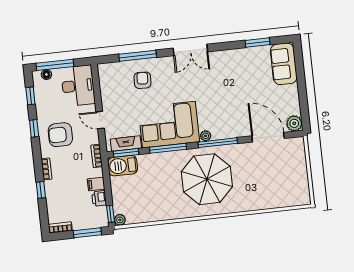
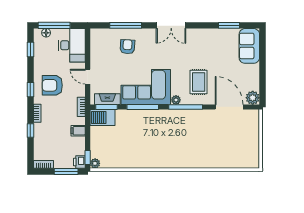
rug: (229, 112) -> (199, 82), added
window: (34, 128) -> (30, 90), moved
parasol: (207, 179) -> (173, 137), removed
printer: (99, 198) -> (79, 162), moved

